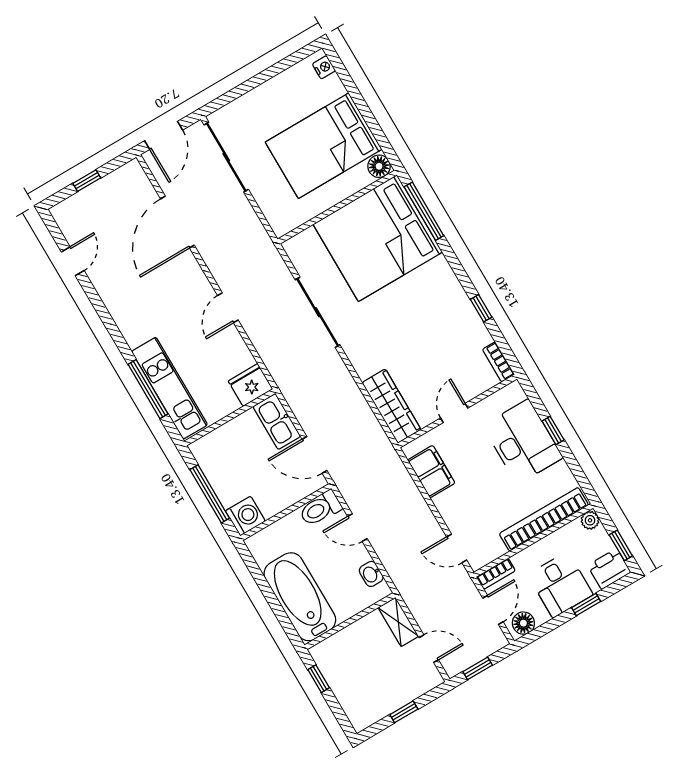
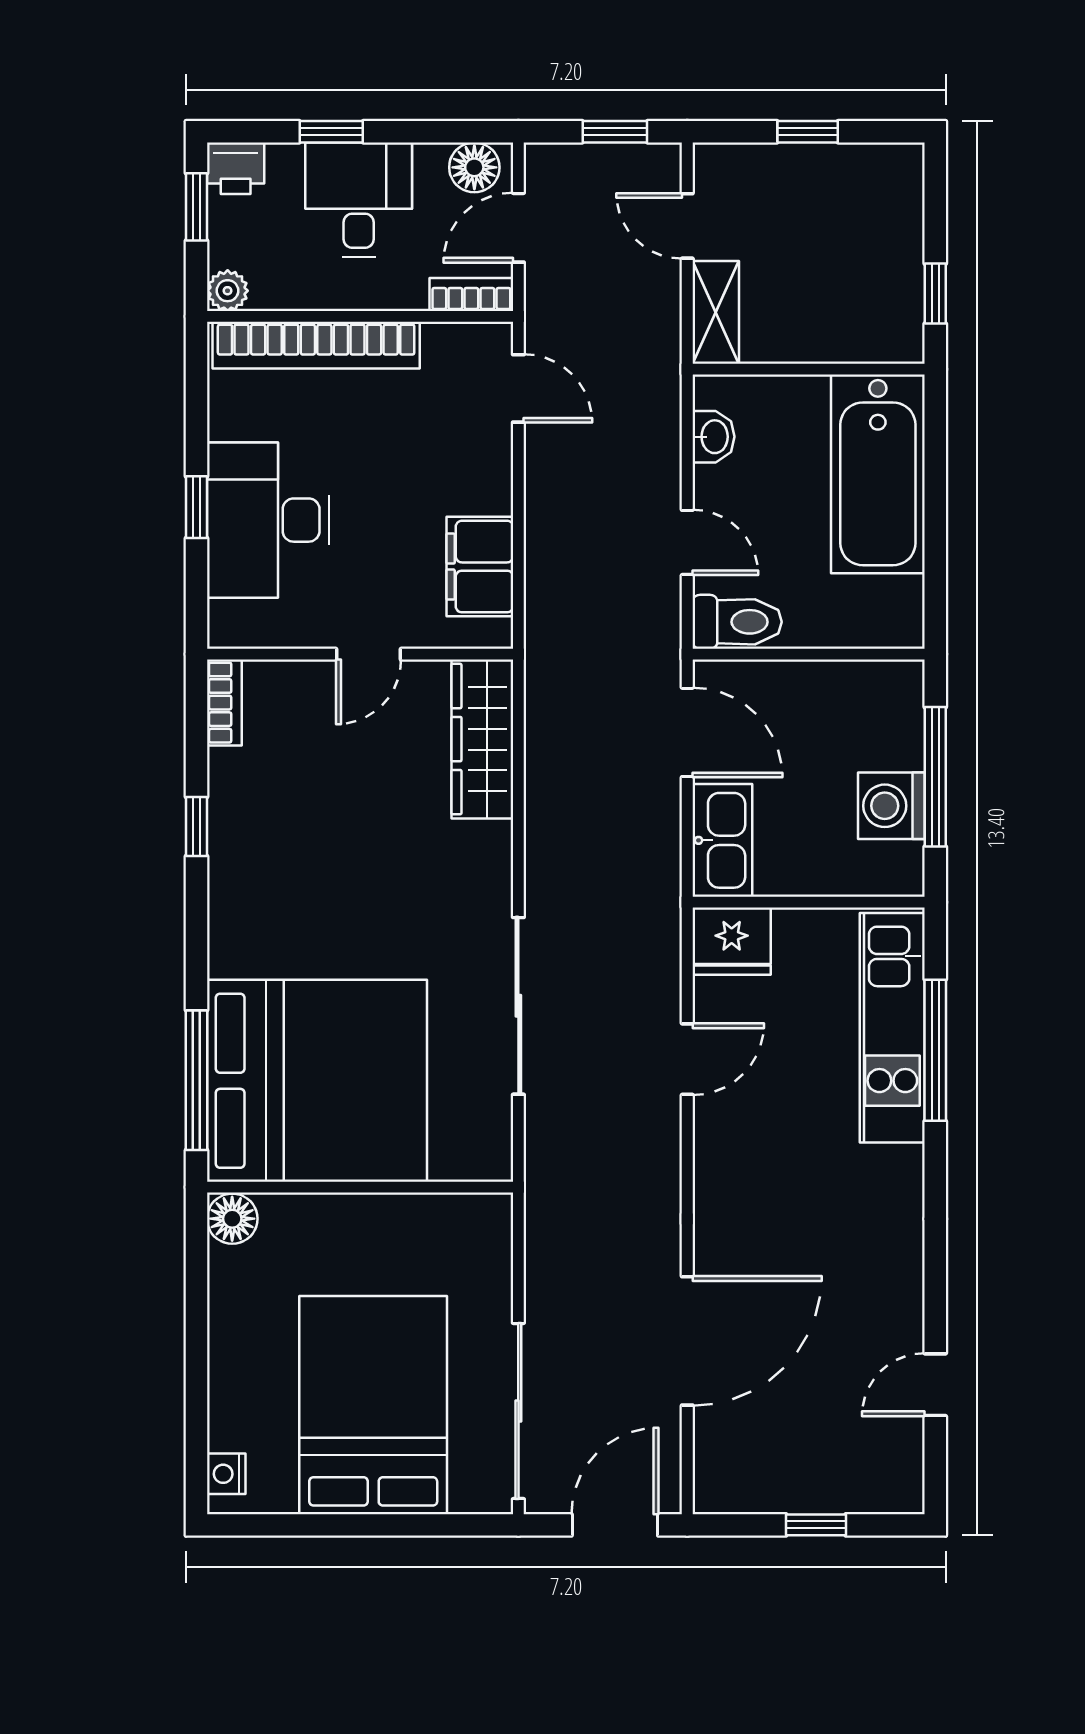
bed: (324, 146) -> (373, 1405), moved, turned -90
door: (228, 308) -> (687, 1059), moved
washing machine: (245, 516) -> (891, 806), moved
printer: (609, 569) -> (236, 168), width x0.73, depth x0.81

